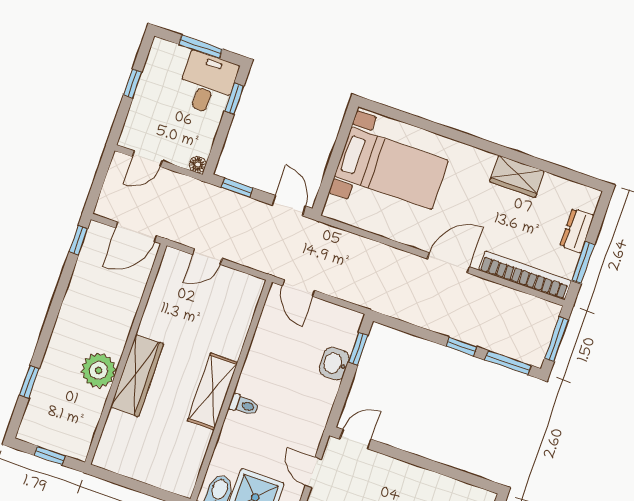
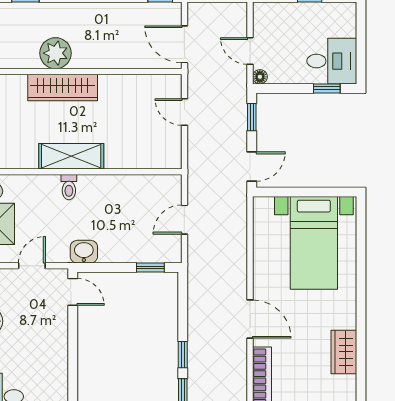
window: (200, 47) -> (361, 44), removed
door: (147, 159) -> (250, 51), moved
door: (299, 288) -> (184, 220), moved
washbasin: (334, 364) -> (84, 252), moved

